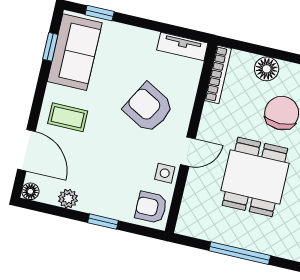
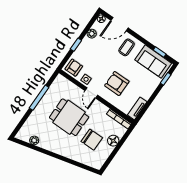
armchair: (148, 108) -> (117, 84), turned -119

